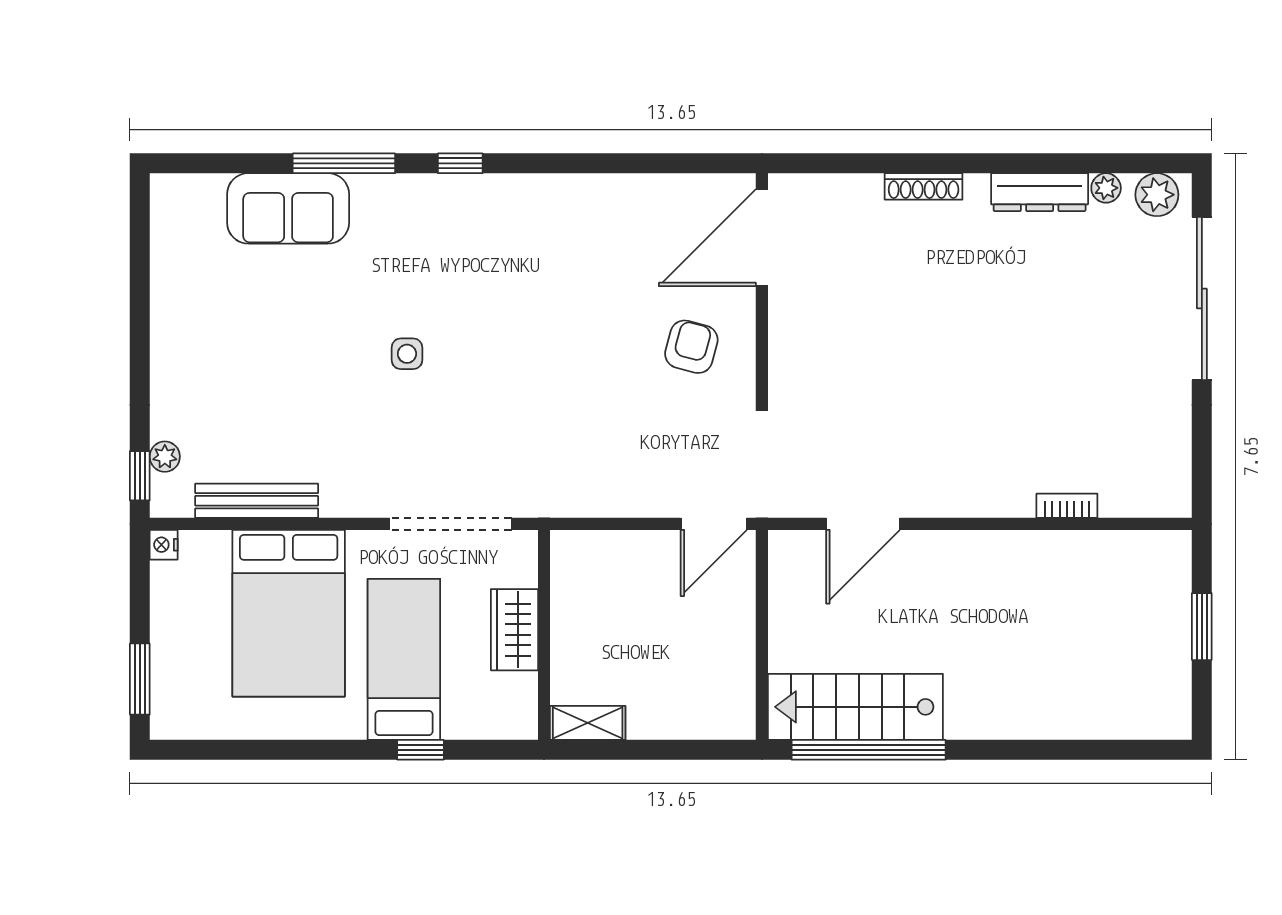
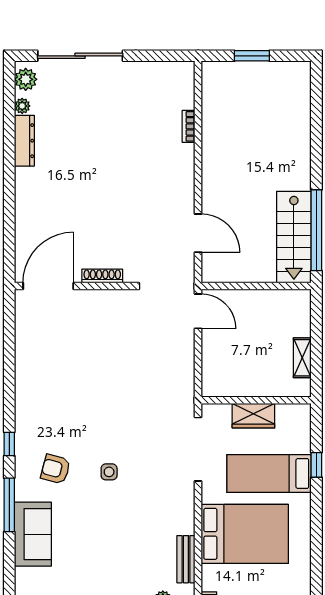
shoe rack: (924, 186) -> (102, 276), moved, turned -90
door: (762, 238) -> (48, 286), swing flipped
armchair: (691, 347) -> (56, 469), moved
bench: (257, 501) -> (186, 559), width x0.73
shelving: (588, 723) -> (302, 358), moved

